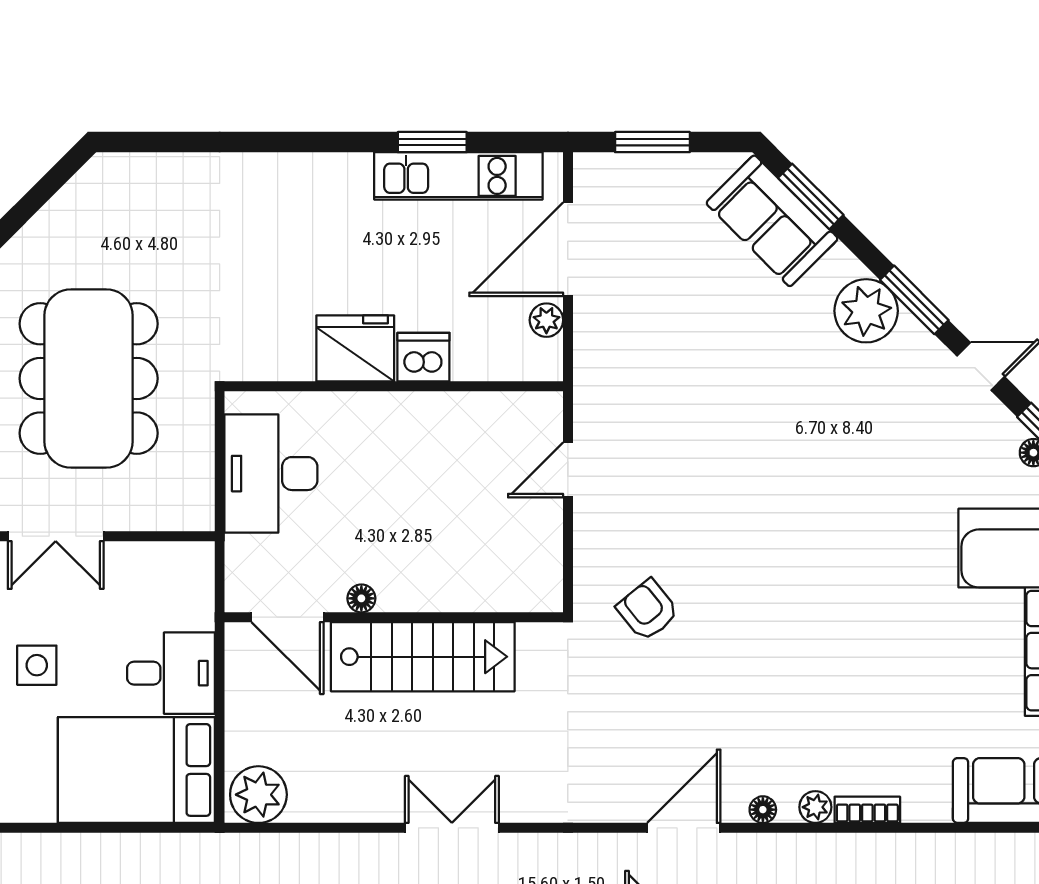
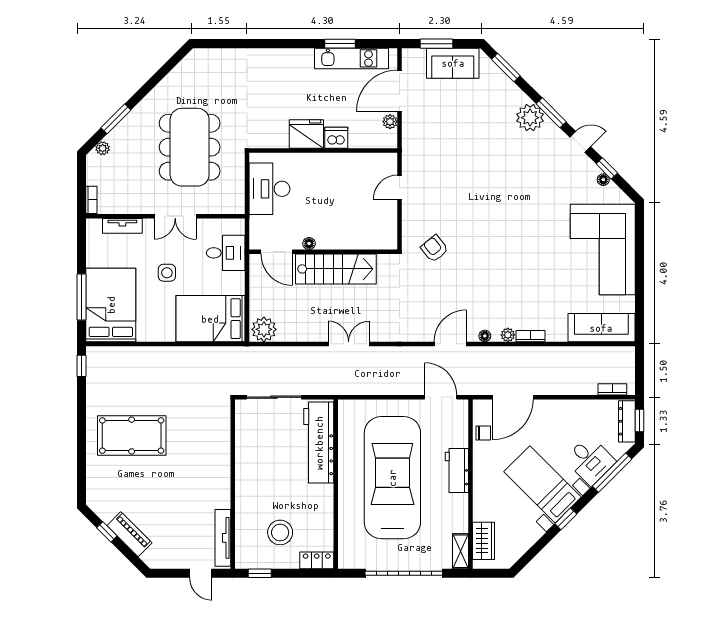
sofa: (772, 221) -> (453, 63), moved, turned -45
desk: (171, 673) -> (226, 253), moved

